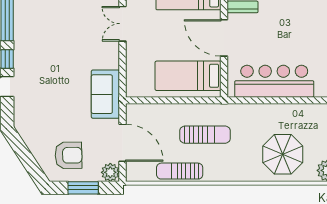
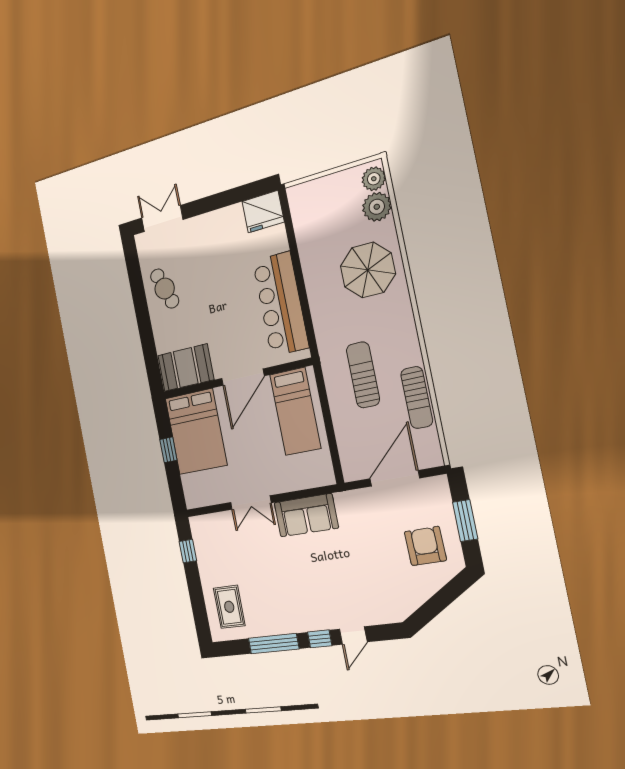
sofa: (105, 94) -> (306, 515), moved
plant: (110, 172) -> (437, 488), removed

